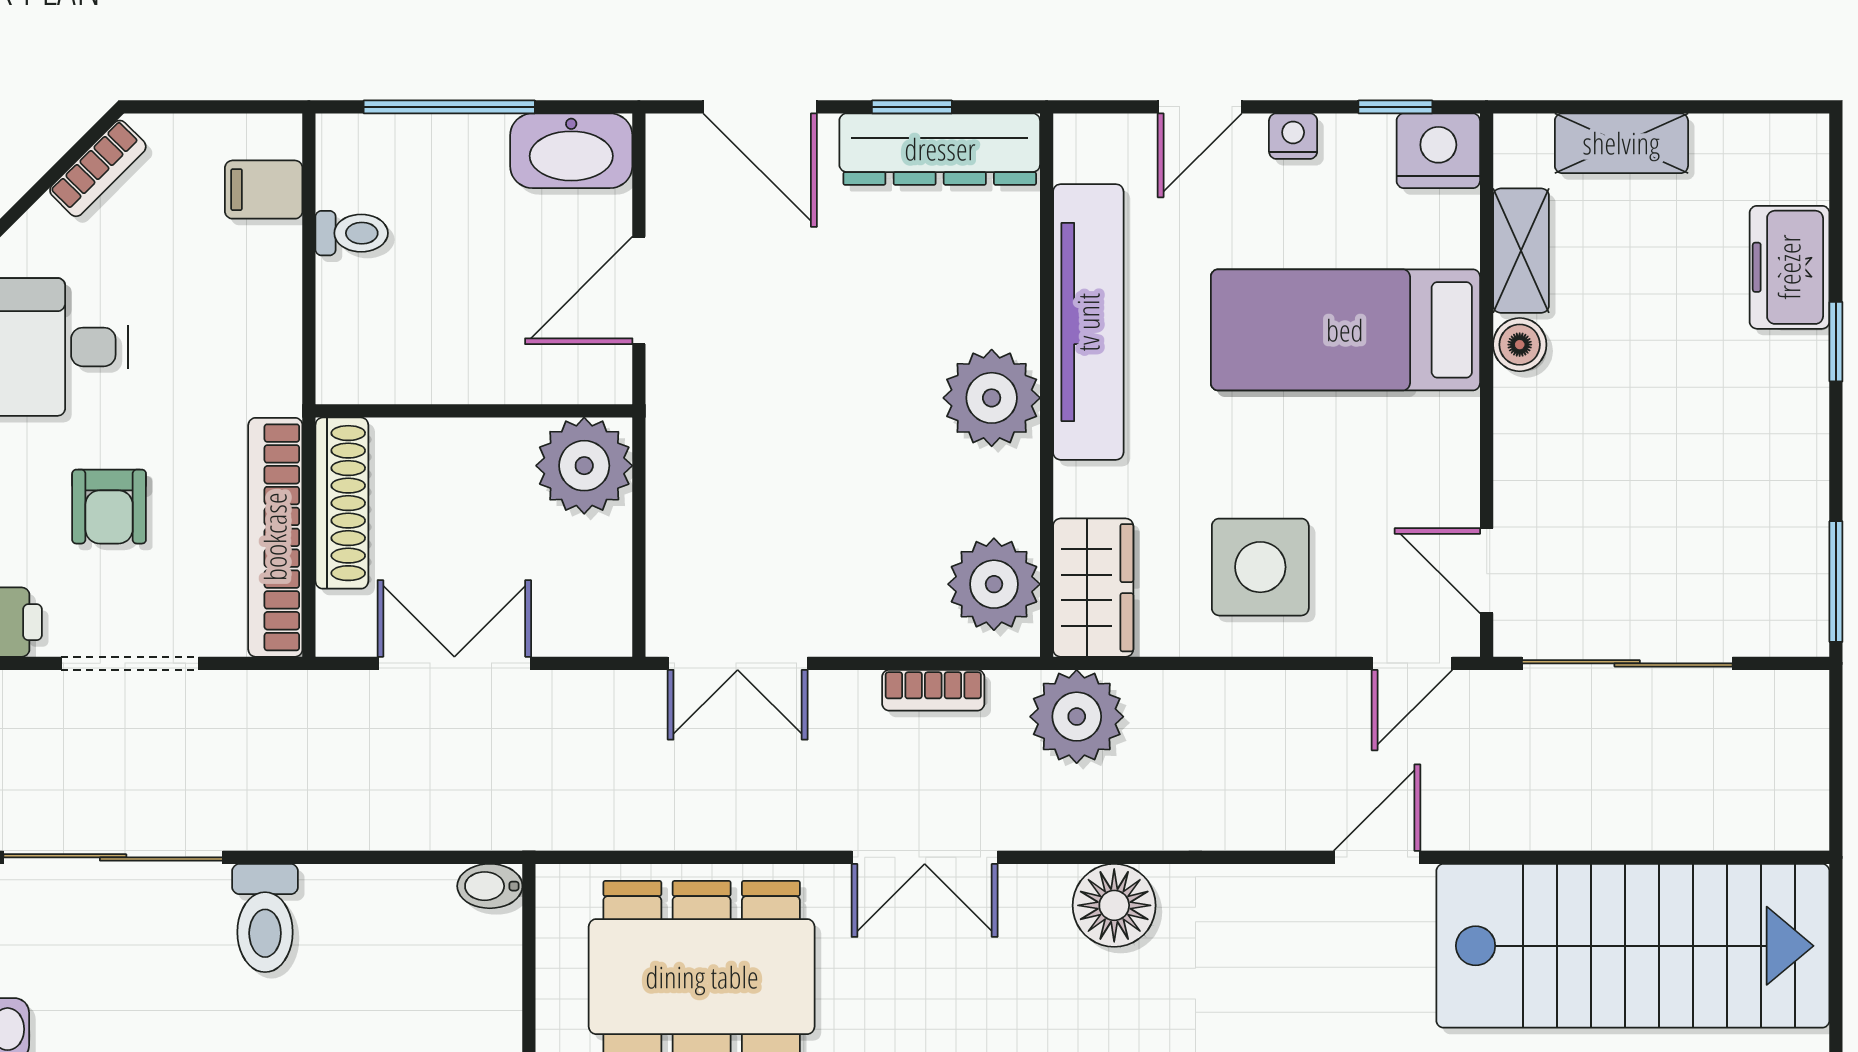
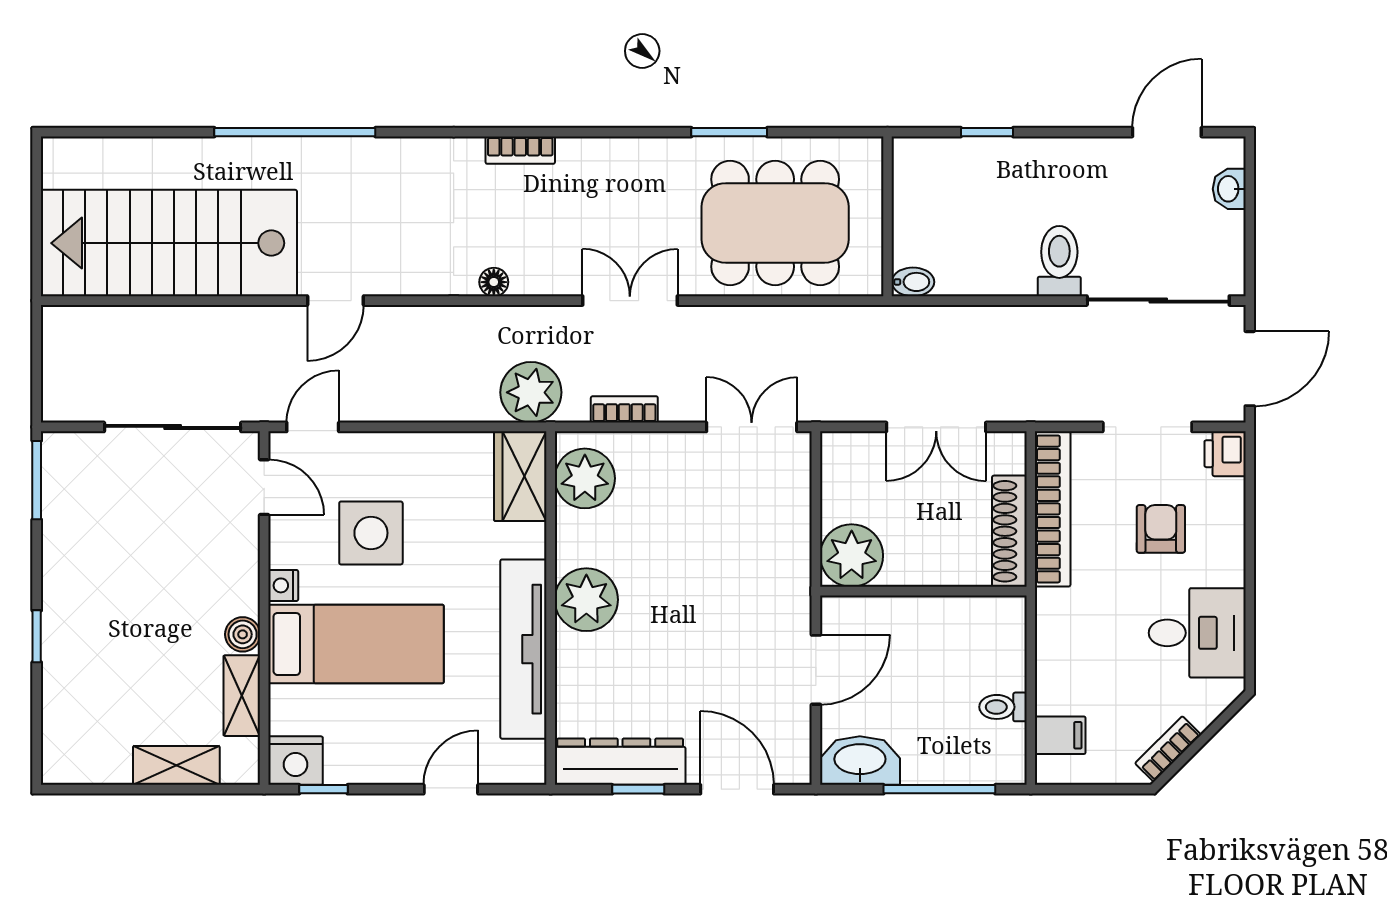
nightstand: (1293, 136) -> (283, 585), moved, turned 90
freezer: (1789, 267) -> (67, 685), removed
side table: (1260, 567) -> (371, 533), moved
floor lamp: (1114, 905) -> (494, 282), width x0.53, depth x0.53

